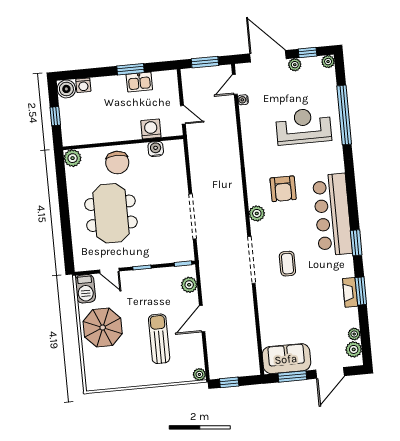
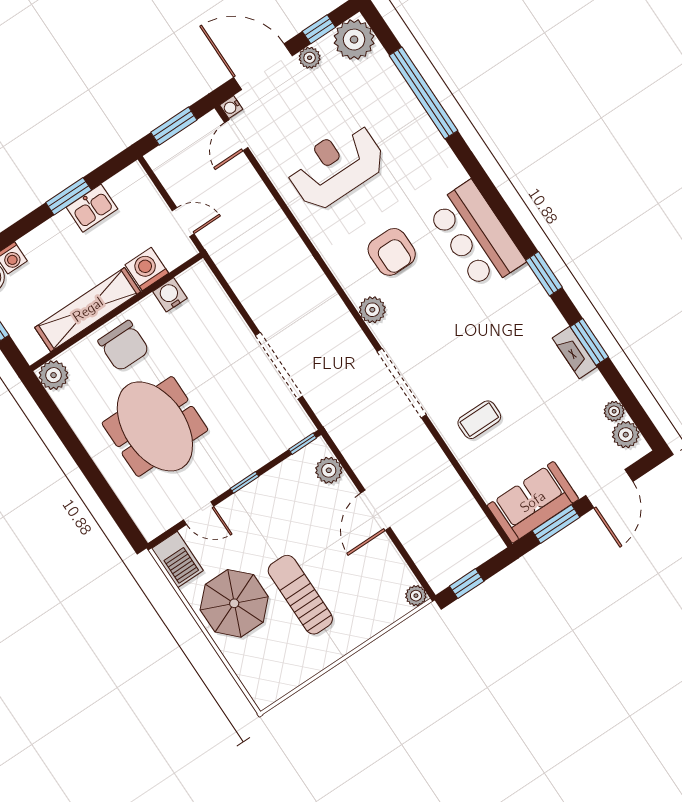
plant: (328, 62) -> (354, 40), width x1.88, depth x1.88
water cooler: (243, 100) -> (231, 107), moved
reception desk: (303, 126) -> (336, 166), moved
shelving: (109, 134) -> (88, 310), added
bar counter: (332, 215) -> (476, 236), width x0.73
coffee table: (287, 264) -> (479, 420), moved, turned 90
sun lounger: (159, 339) -> (300, 595), moved

